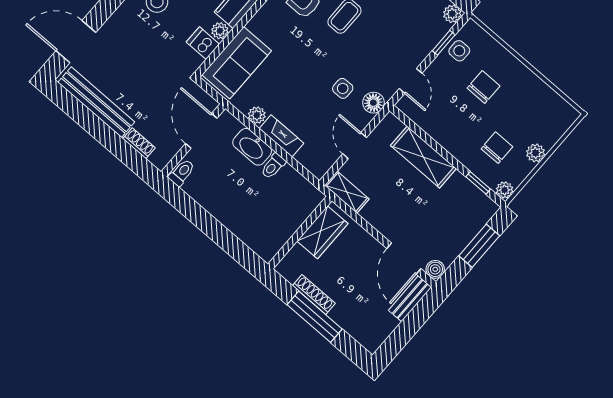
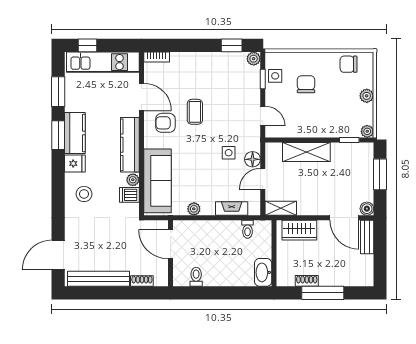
sofa: (237, 63) -> (157, 181), width x1.36
floor lamp: (373, 103) -> (253, 159), moved
fireplace: (281, 136) -> (232, 208), moved
door: (355, 146) -> (263, 179), hinge flipped
washbasin: (252, 147) -> (263, 272), moved, turned 90
chair: (497, 148) -> (349, 64), moved, turned -90
toilet: (273, 166) -> (248, 229), moved
toilet: (182, 173) -> (196, 277), moved
wardrobe: (322, 232) -> (299, 230), moved, turned 90
shoe rack: (314, 294) -> (307, 281), width x0.70

